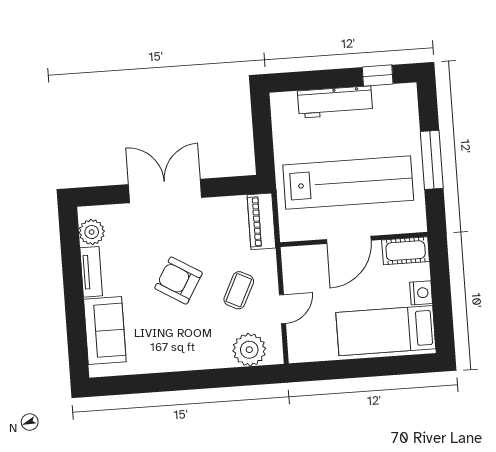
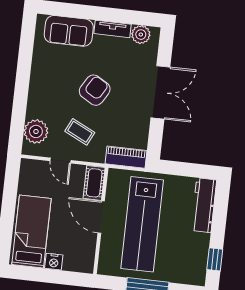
workbench: (335, 102) -> (204, 205), moved
cot: (406, 251) -> (94, 183), moved

